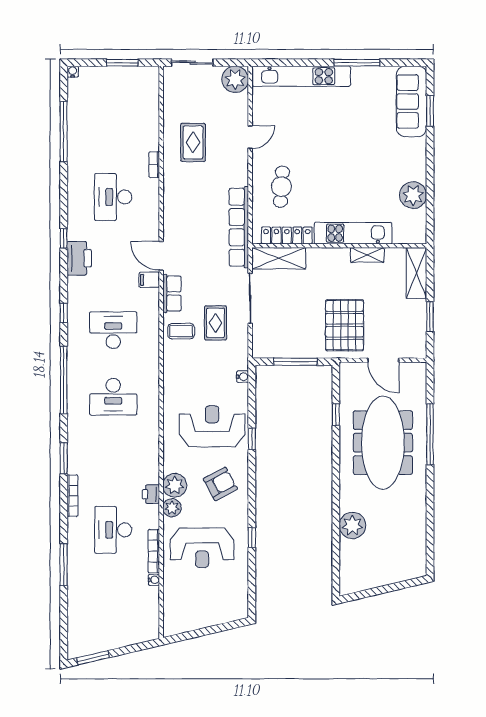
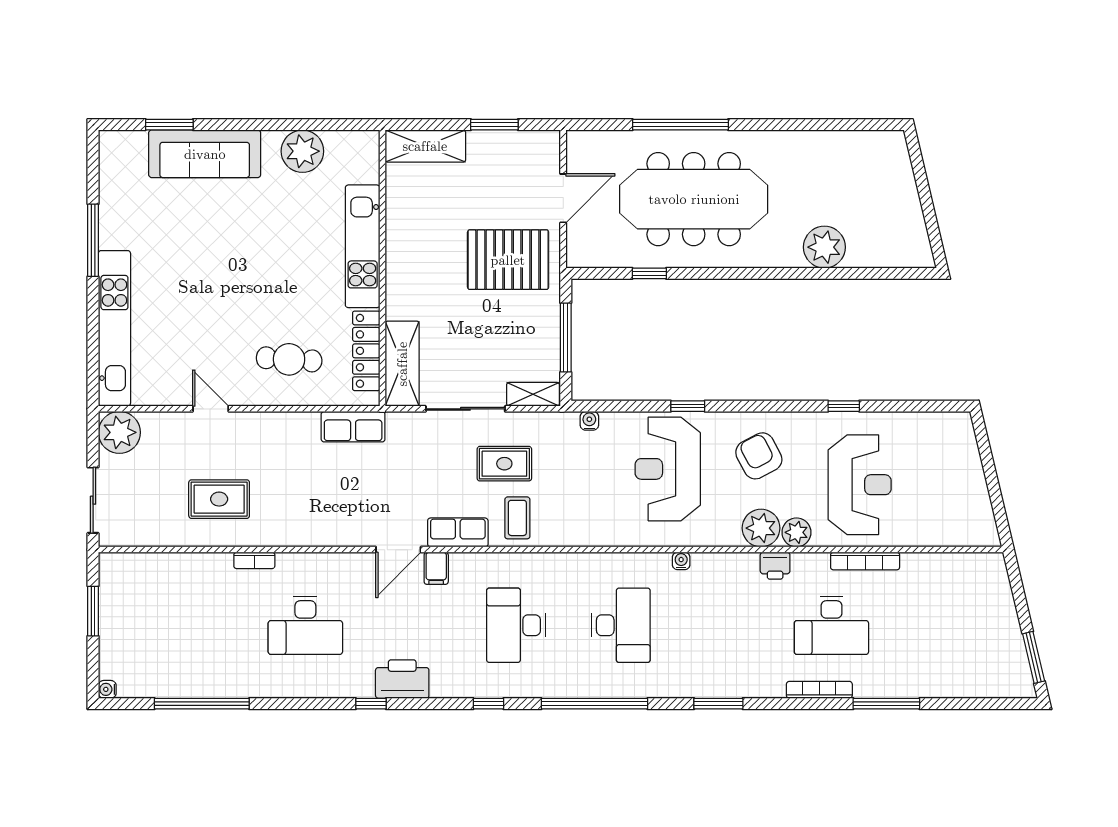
sofa: (412, 101) -> (205, 154), moved
row of seats: (239, 227) -> (353, 427), width x0.50
shelving: (367, 255) -> (533, 394), moved, turned 90
bookcase: (72, 496) -> (819, 690), moved
water cooler: (154, 580) -> (681, 561), moved

